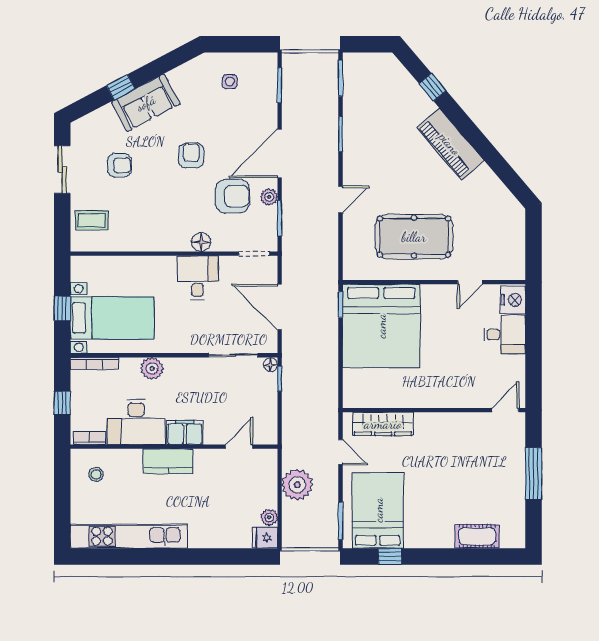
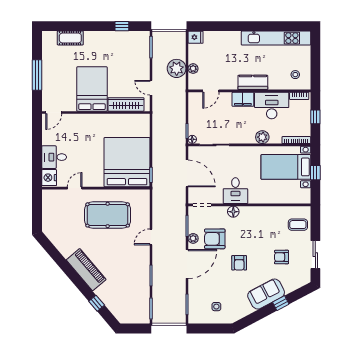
bed: (378, 510) -> (92, 89), moved, turned 180
plant: (269, 517) -> (193, 69), moved

